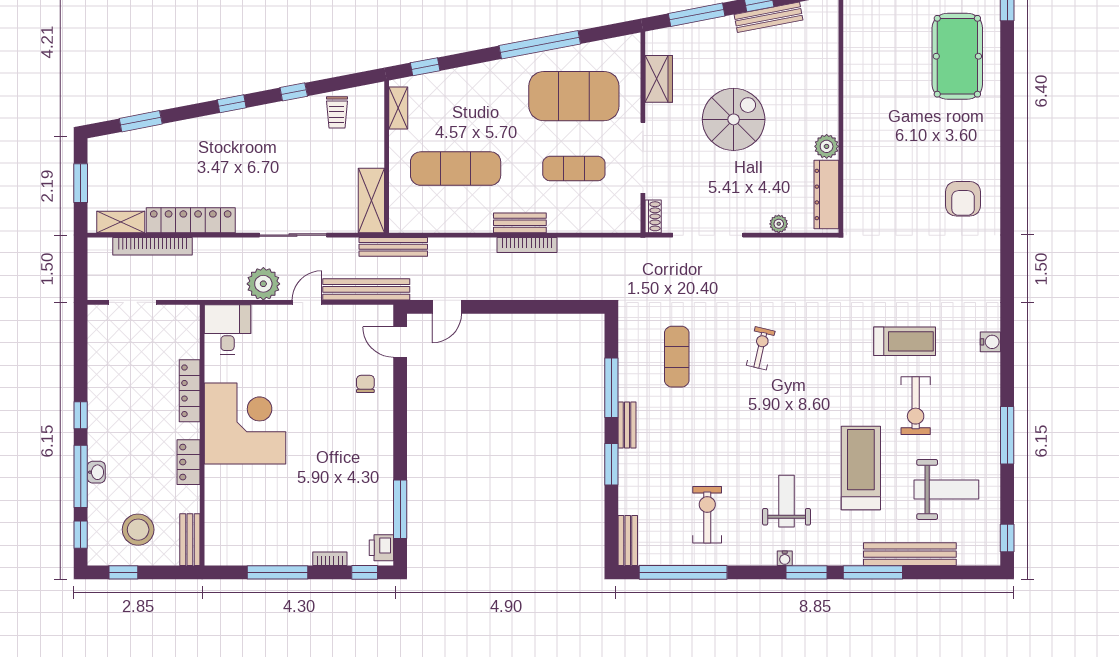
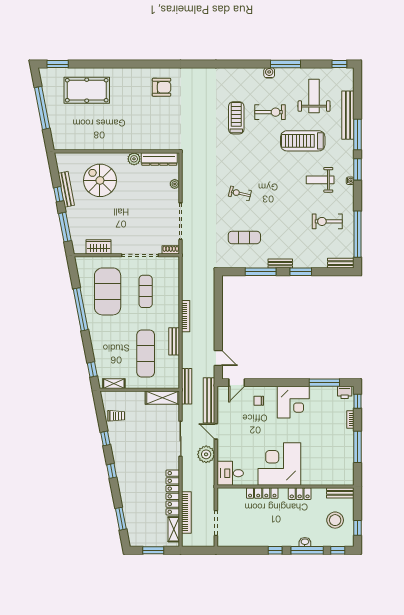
spiral stairs: (734, 119) -> (100, 180), moved
bench: (520, 223) -> (174, 341), moved
water cooler: (990, 342) -> (269, 73), moved
corner desk: (363, 450) -> (293, 402), added

